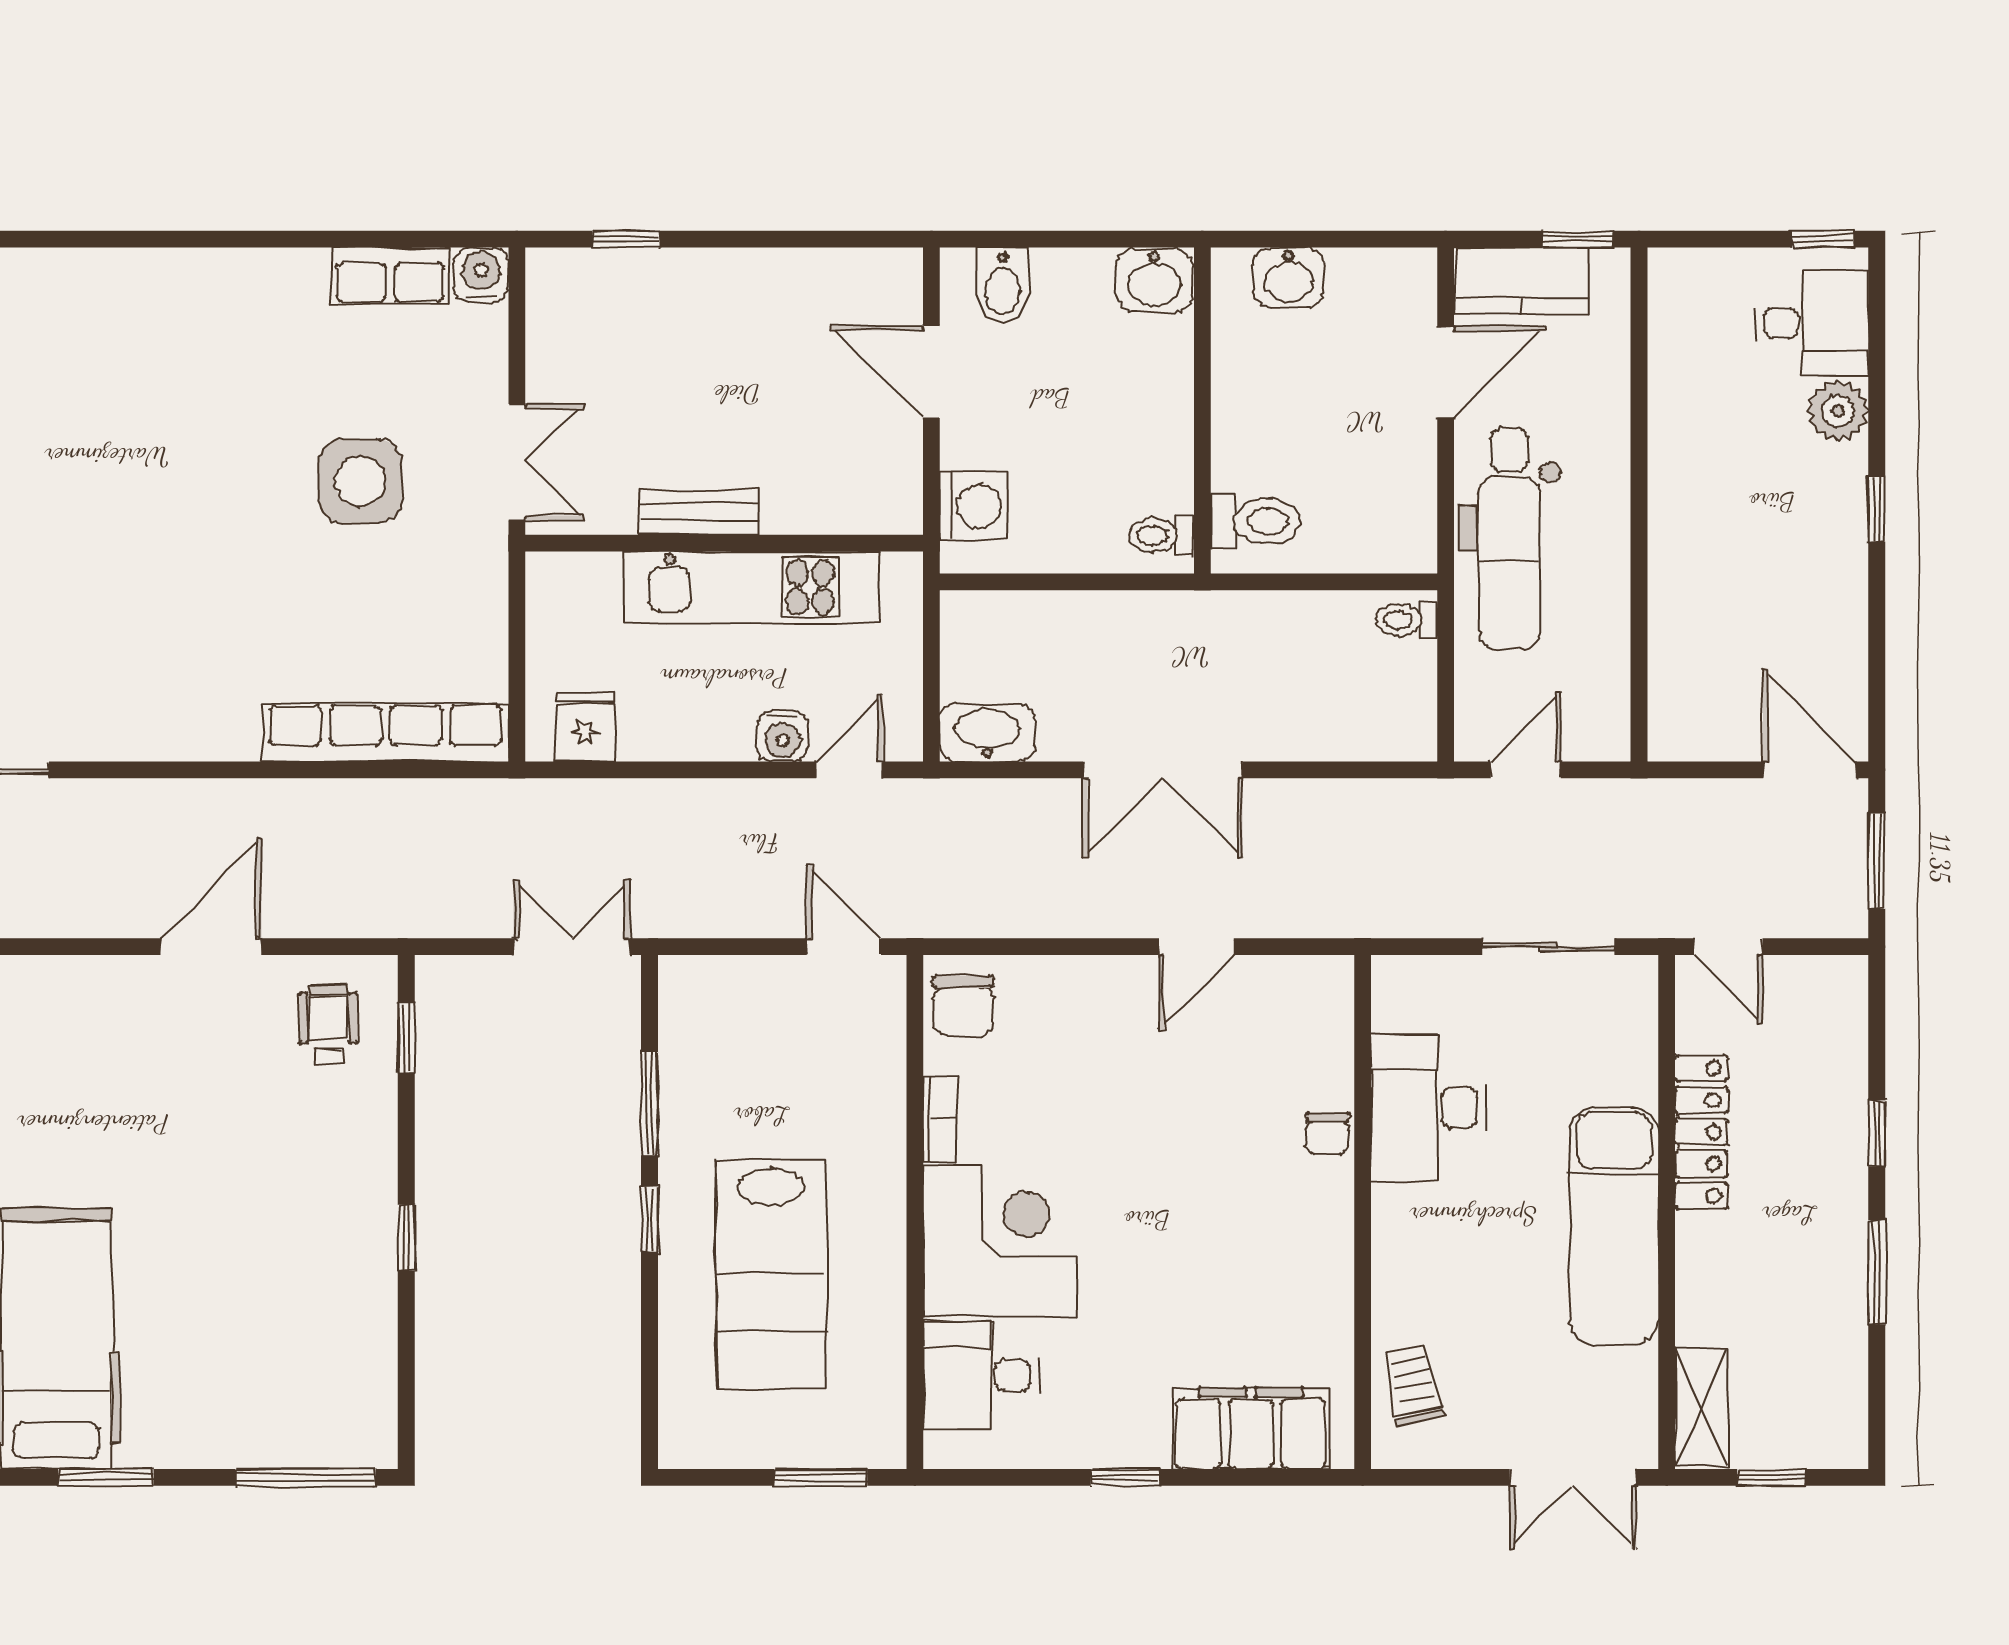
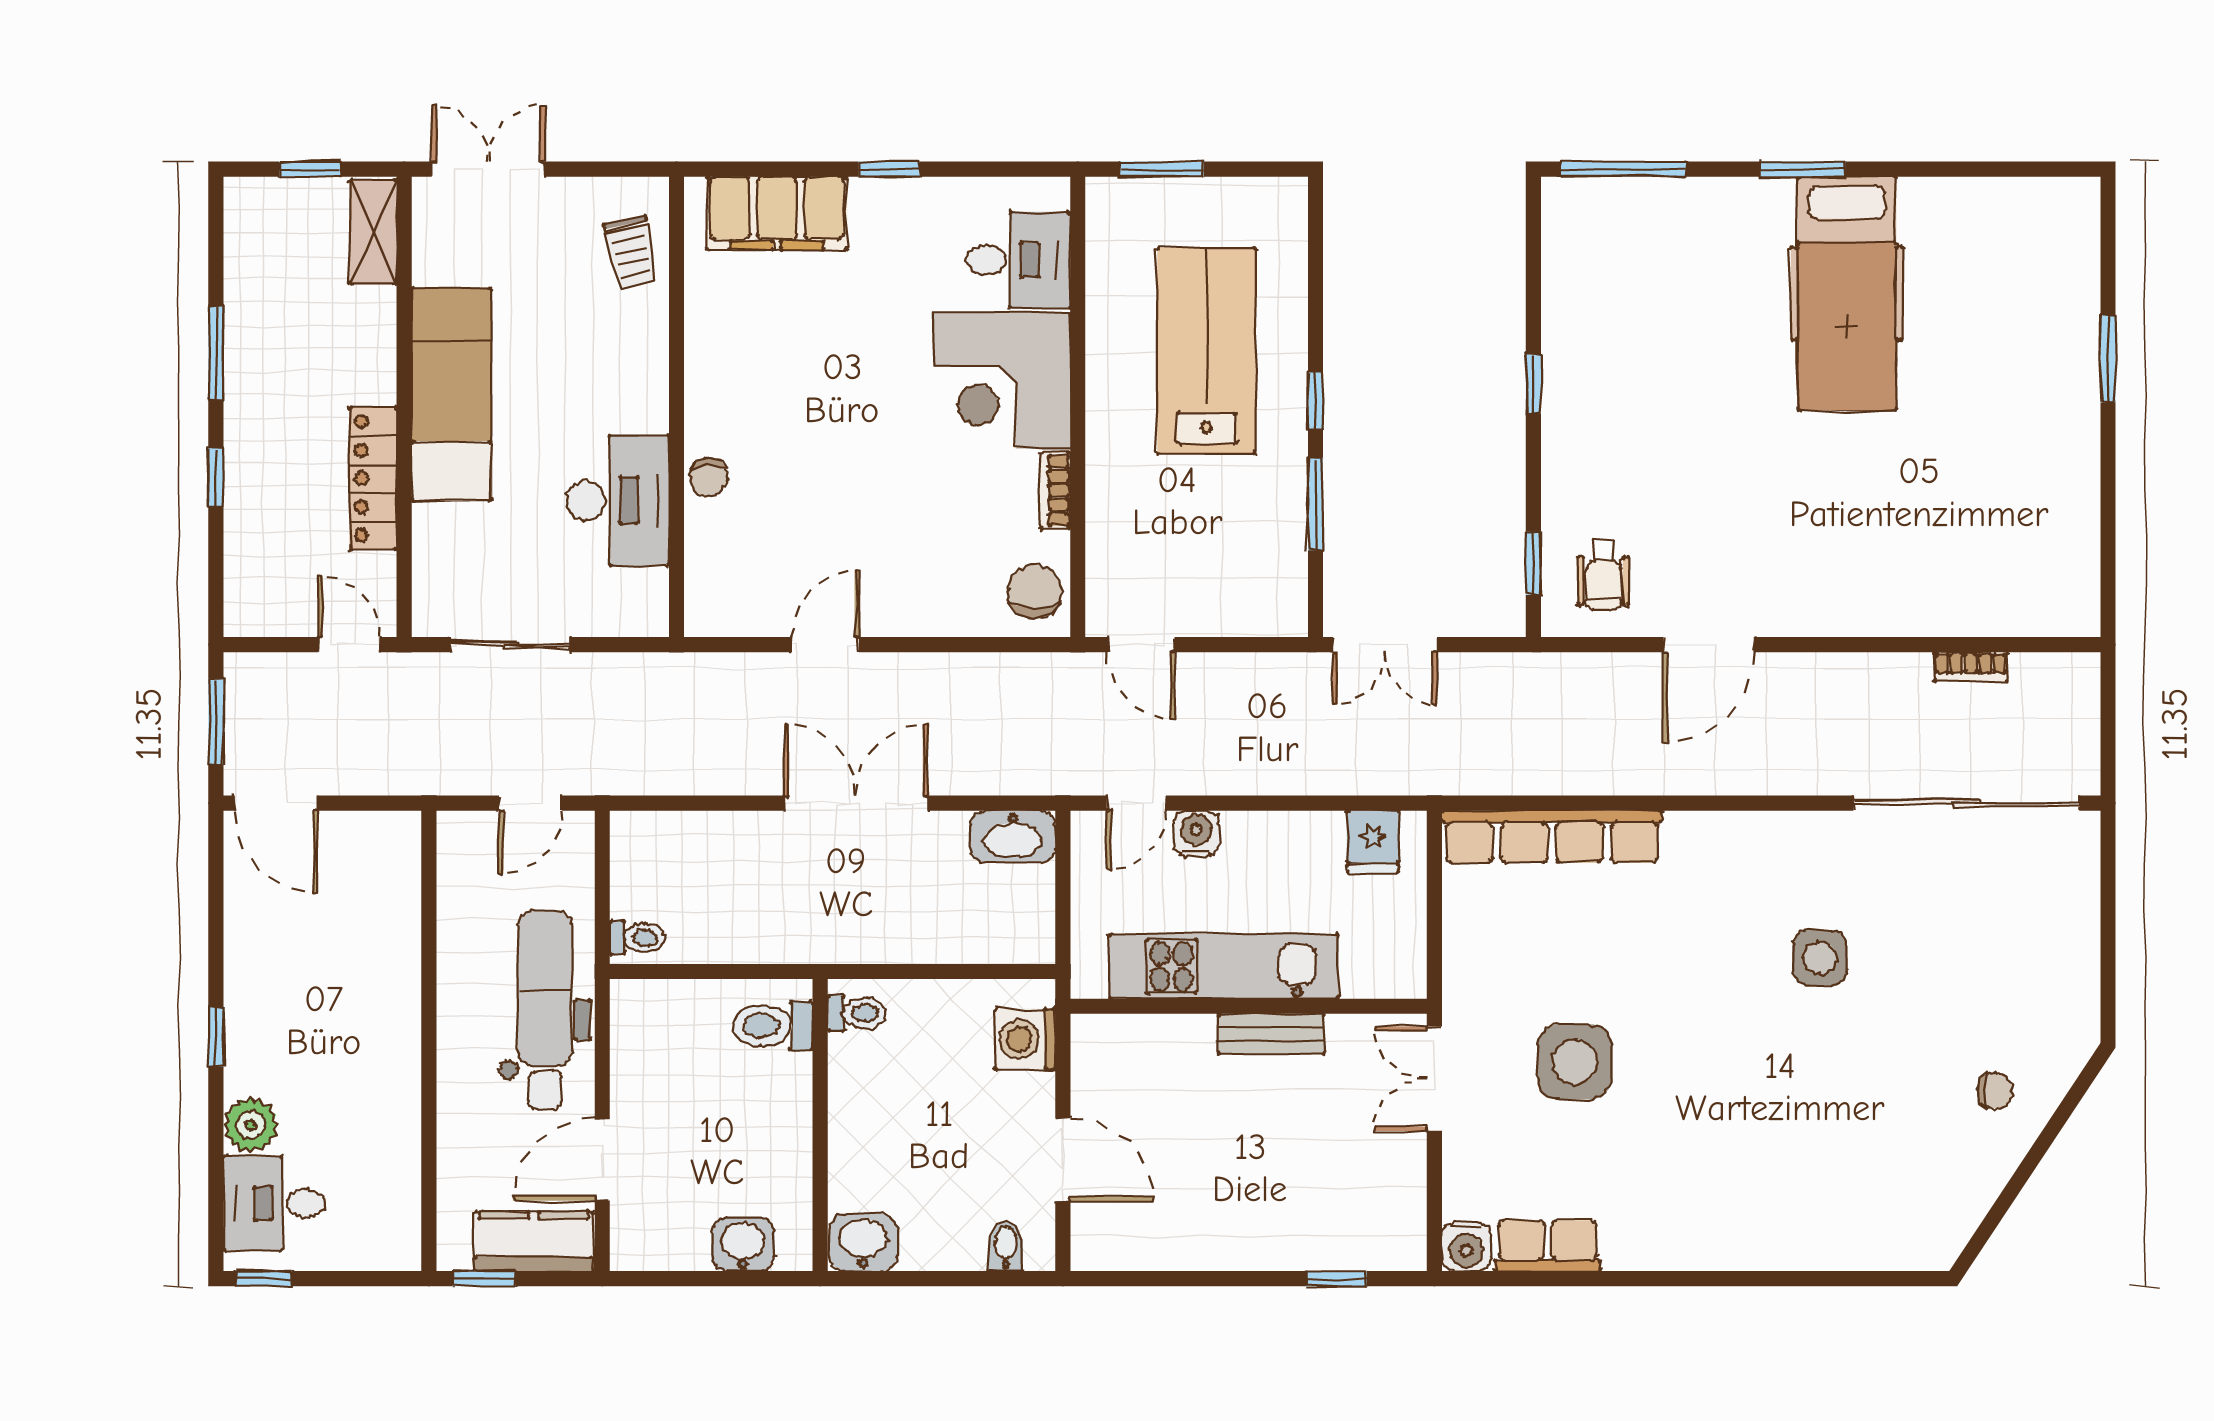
bidet: (1002, 286) -> (1006, 1246), width x0.72, depth x0.74
side table: (87, 597) -> (1820, 958), added
chair: (1327, 1133) -> (708, 477), turned 180

